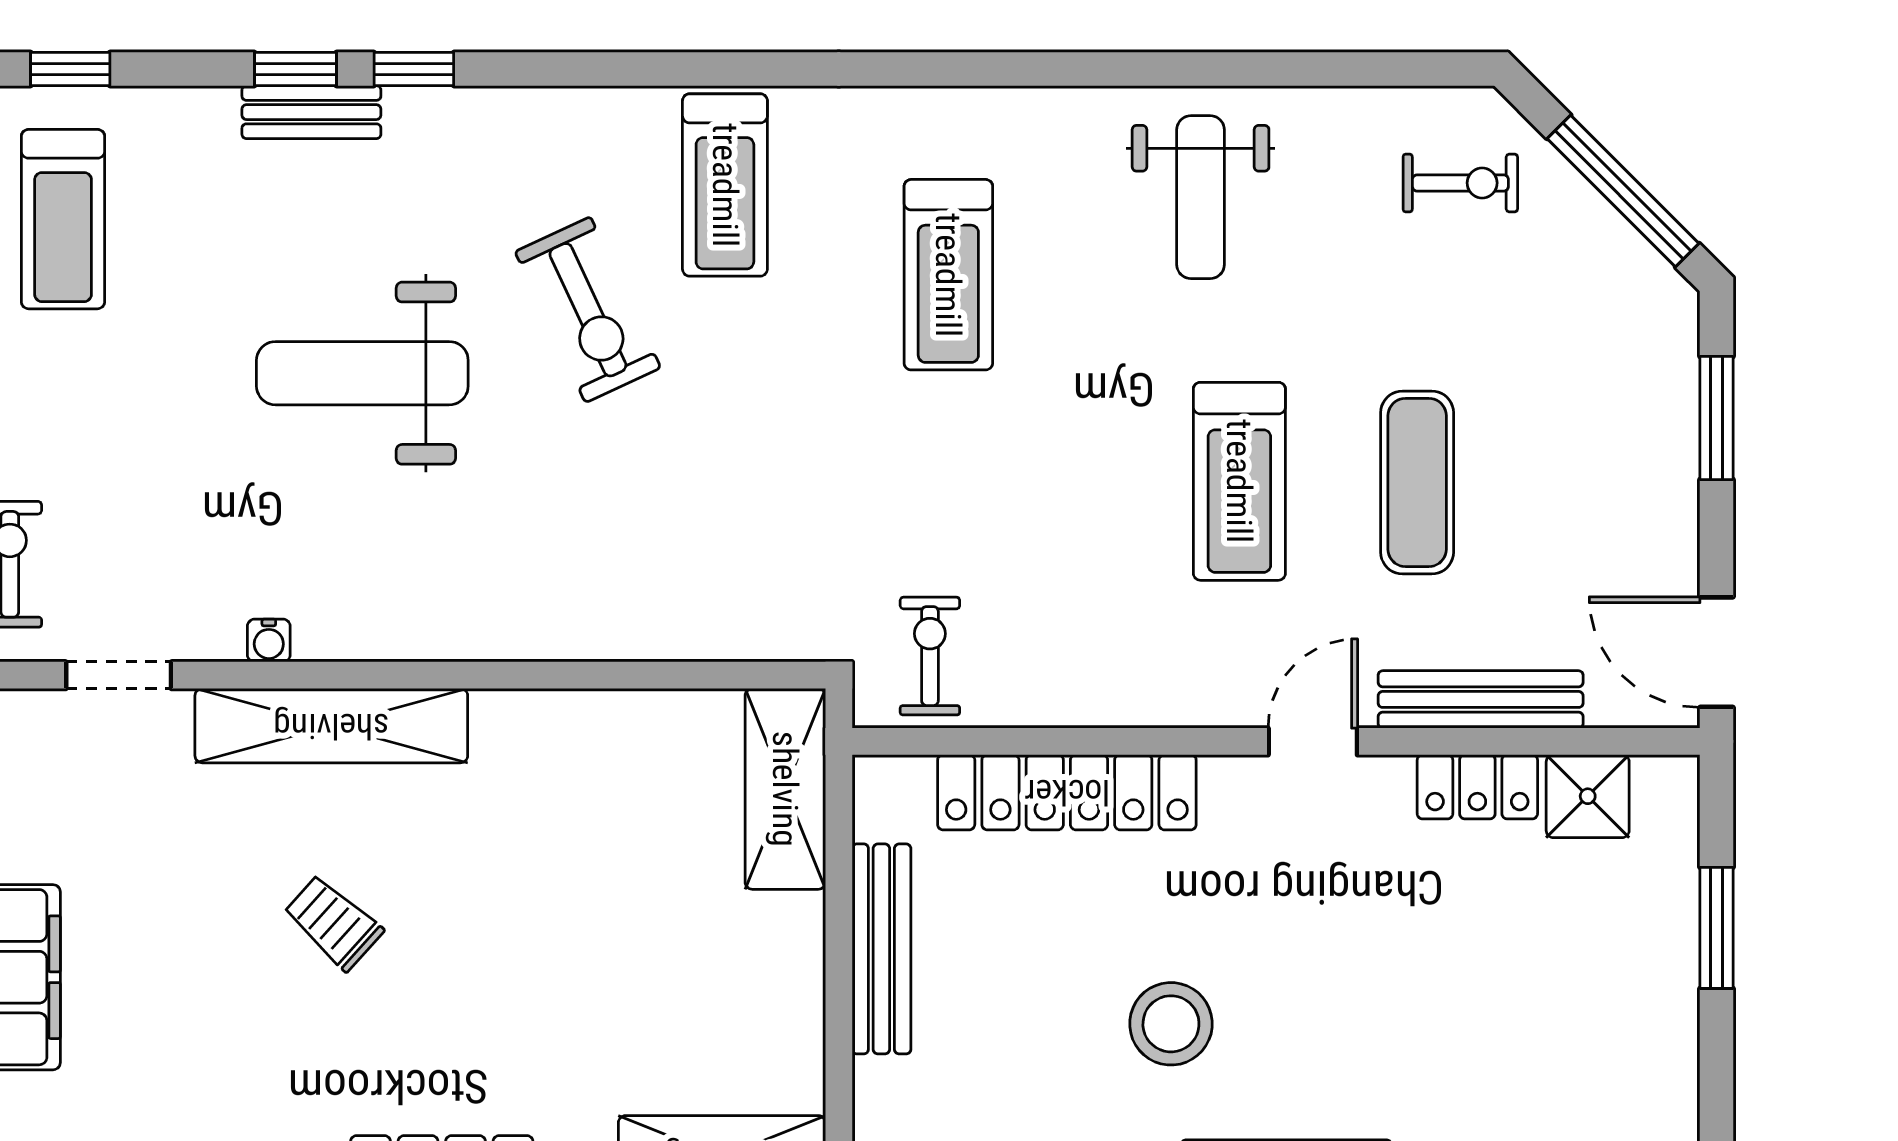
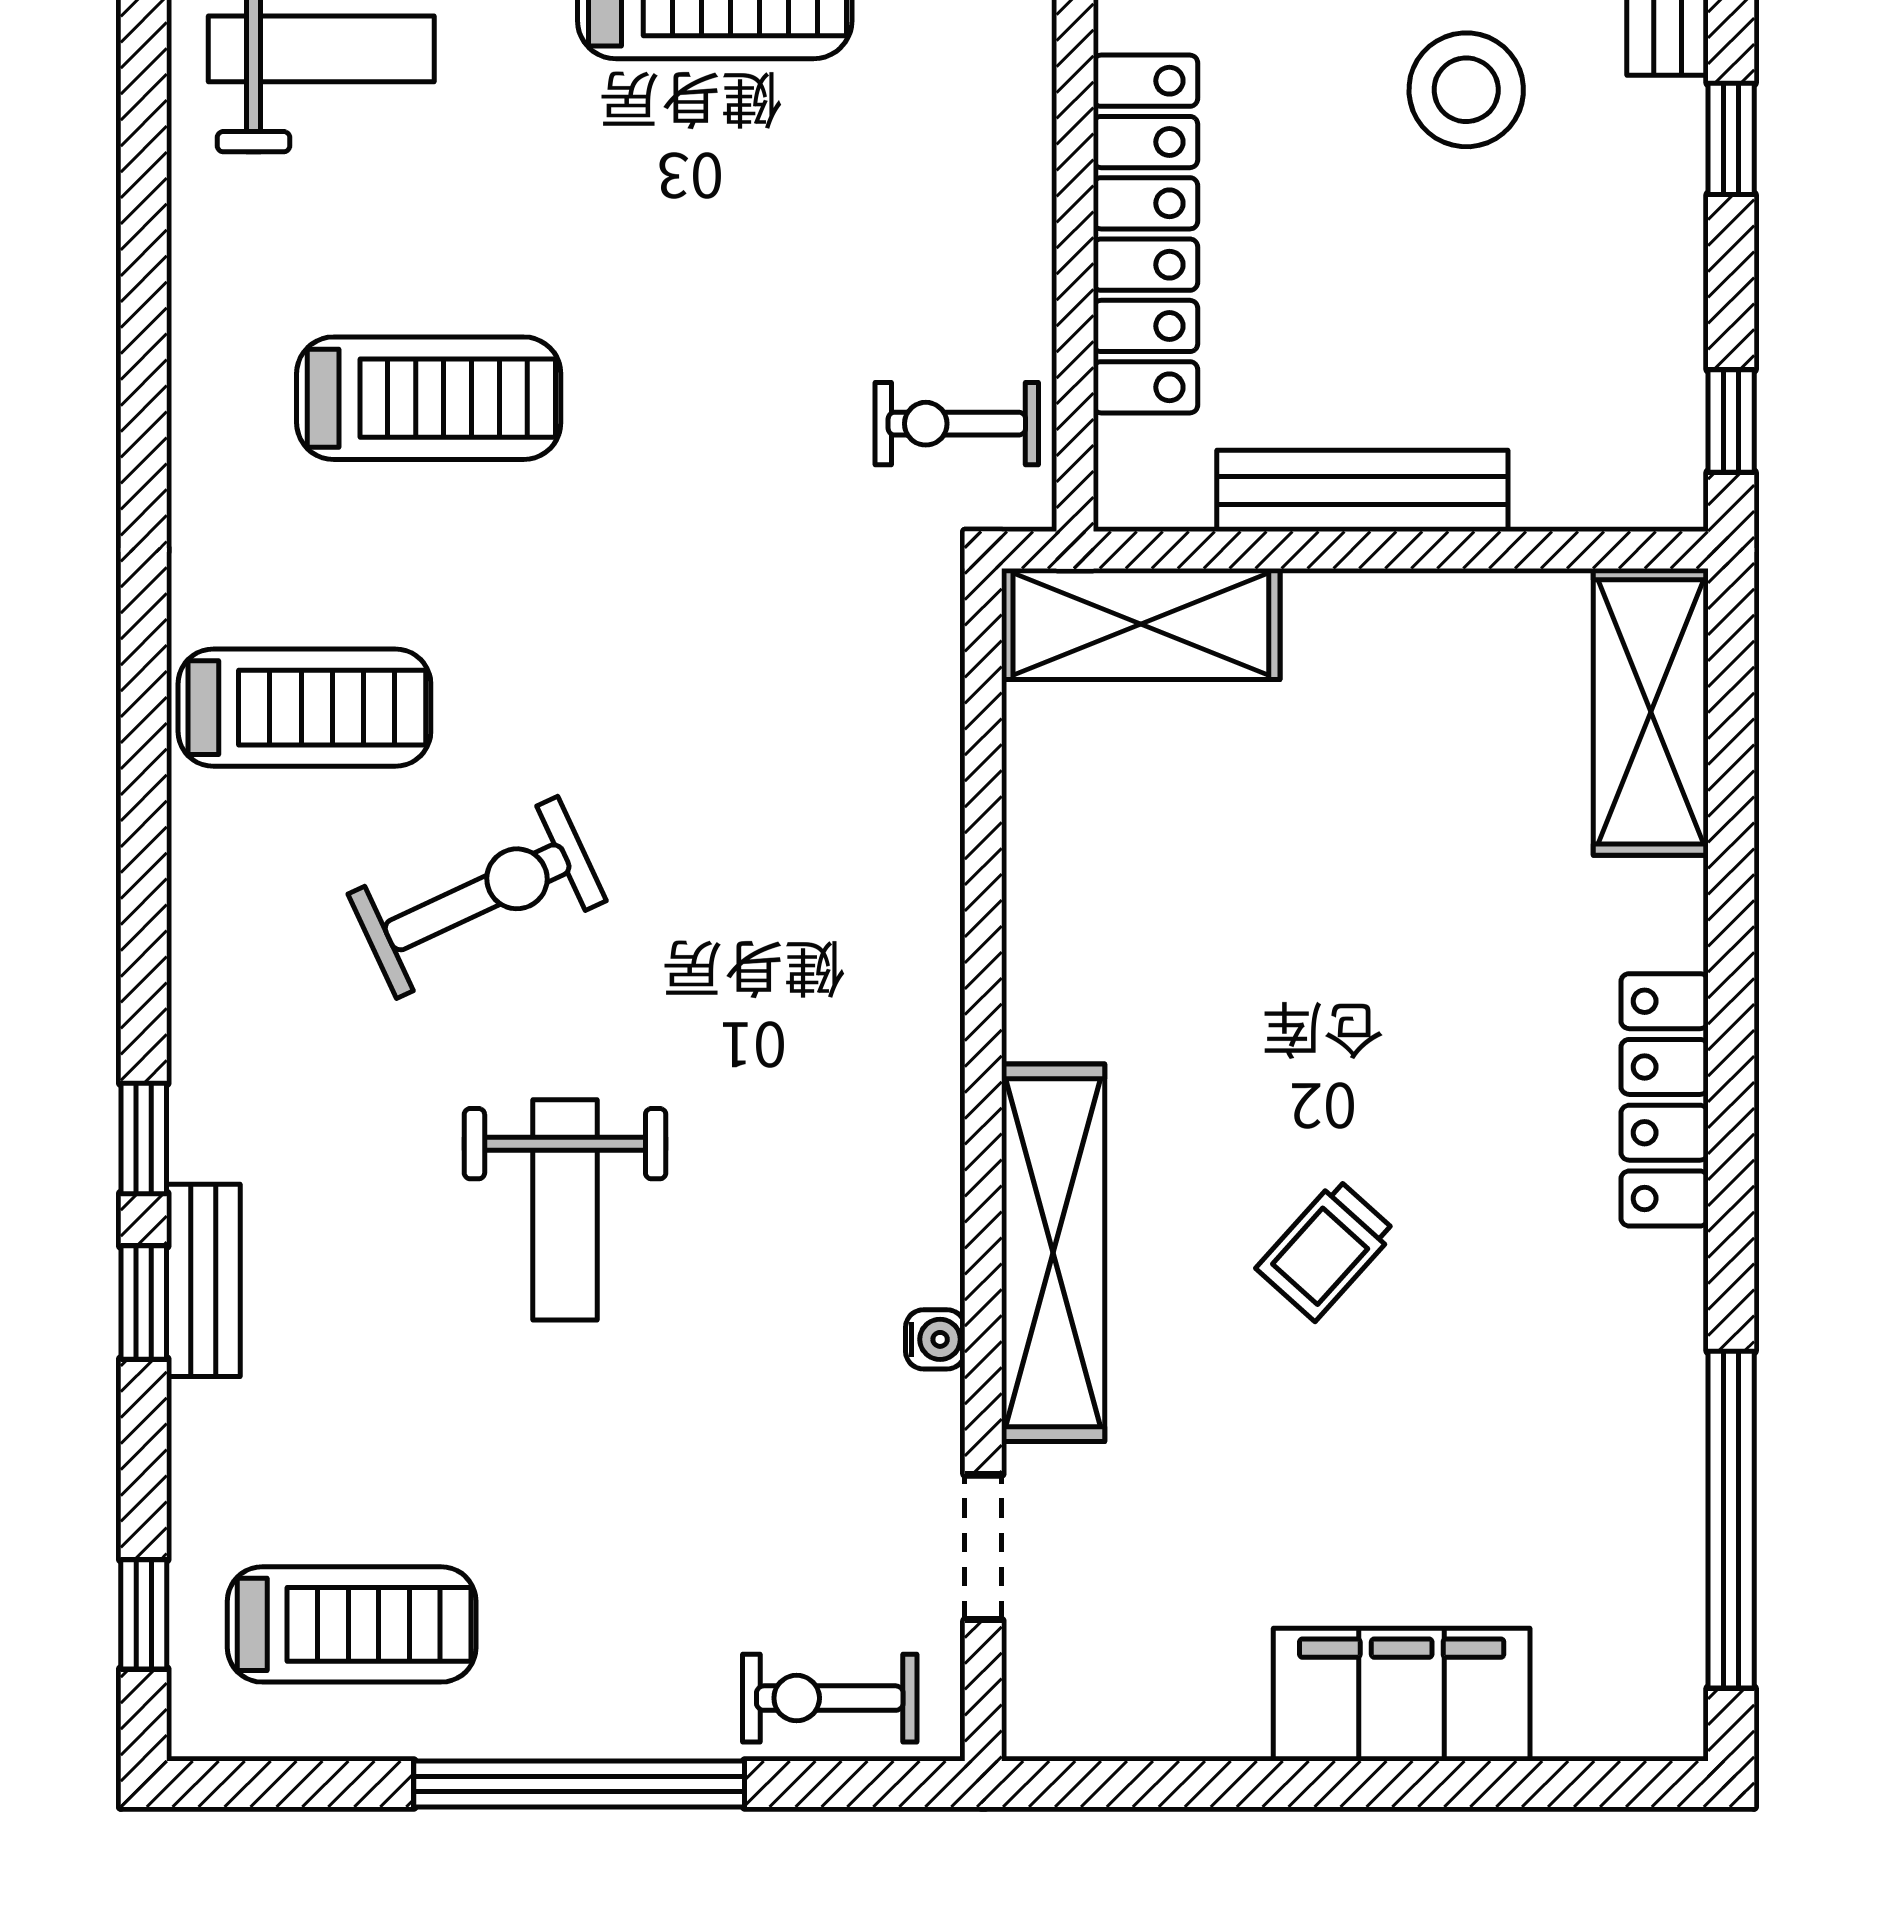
weight bench: (362, 373) -> (565, 1210), width x0.73, depth x0.75

